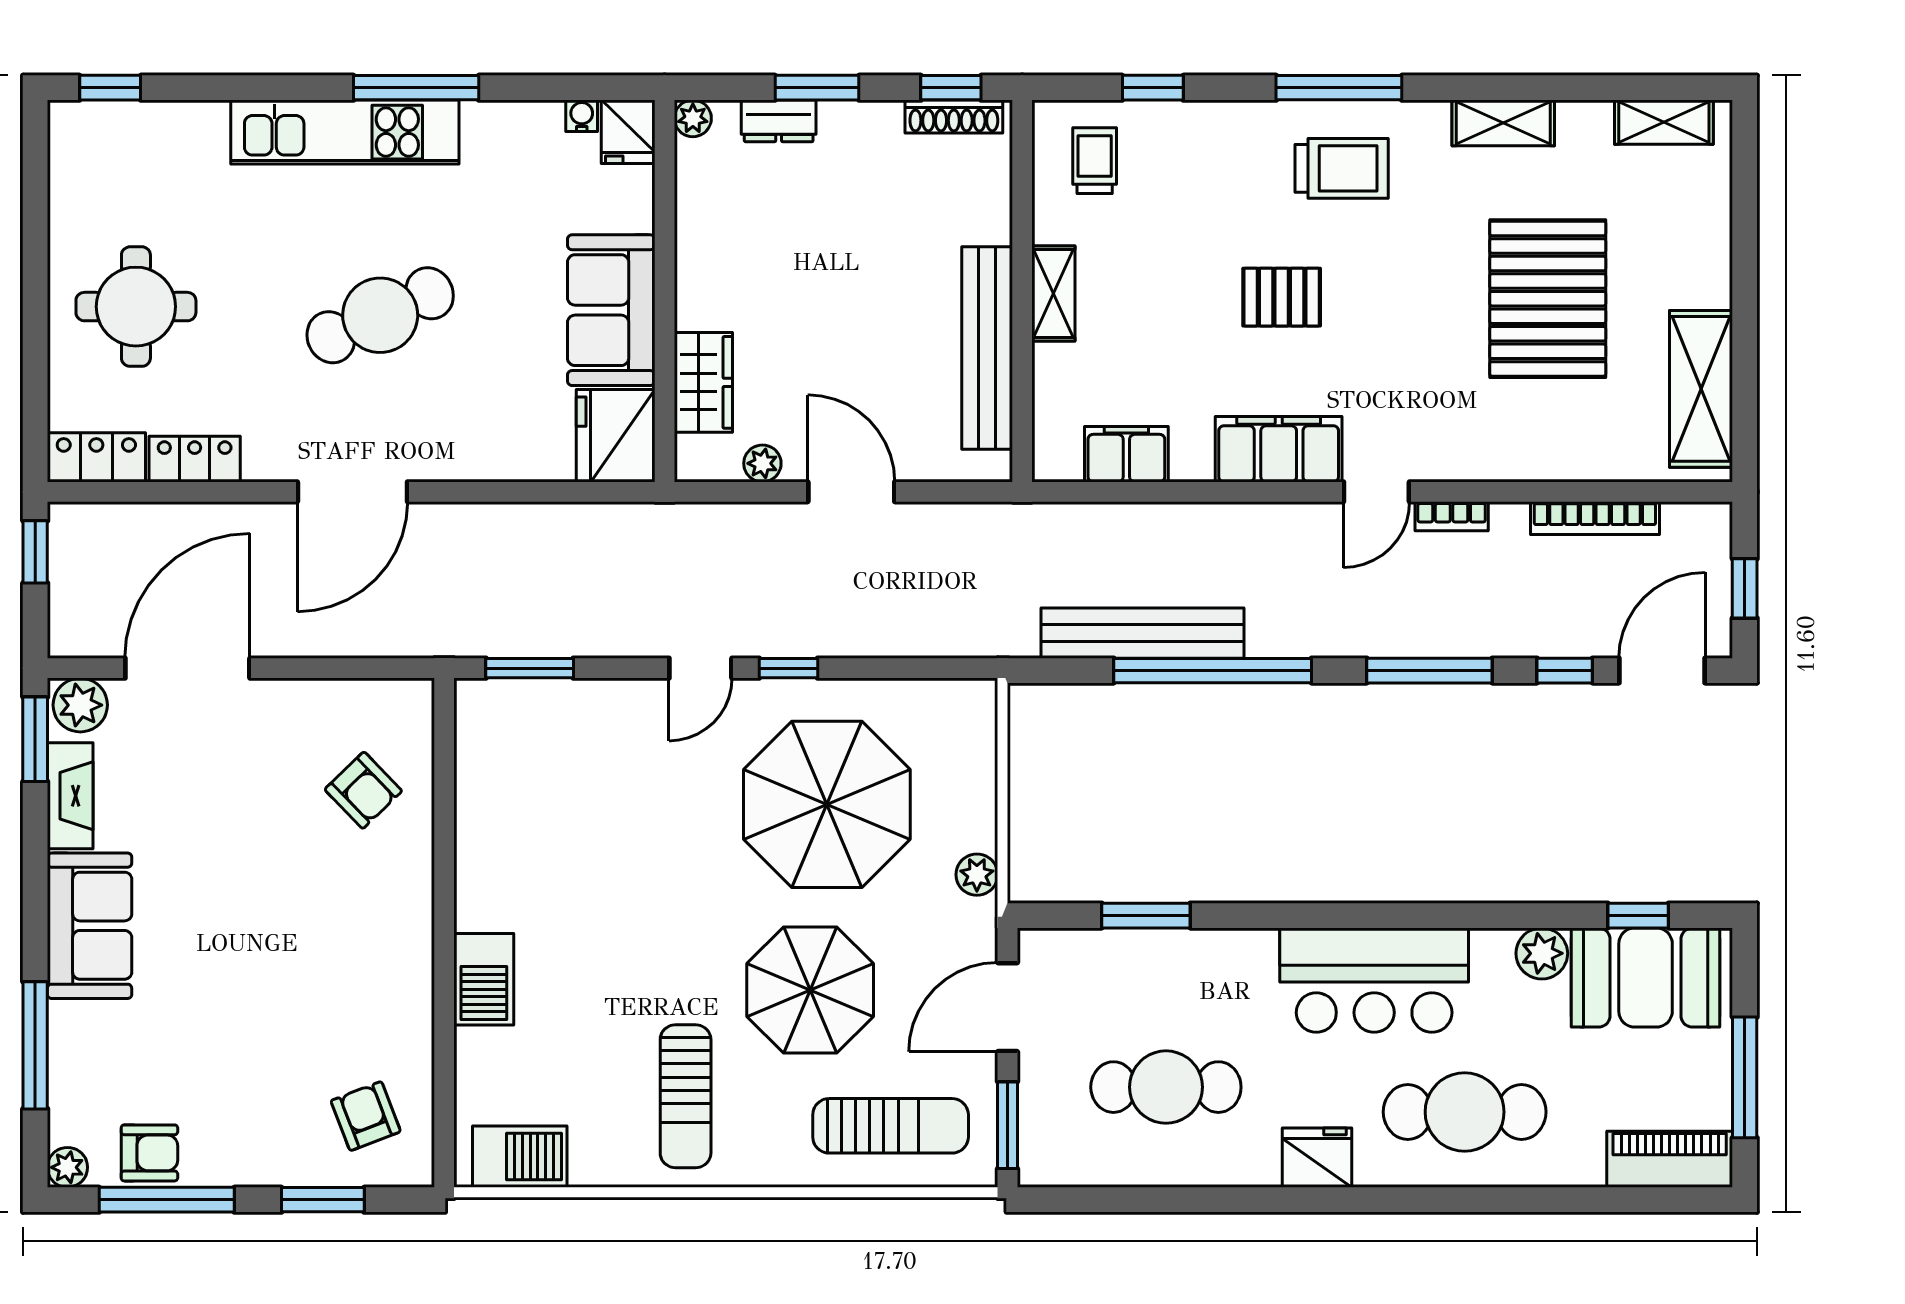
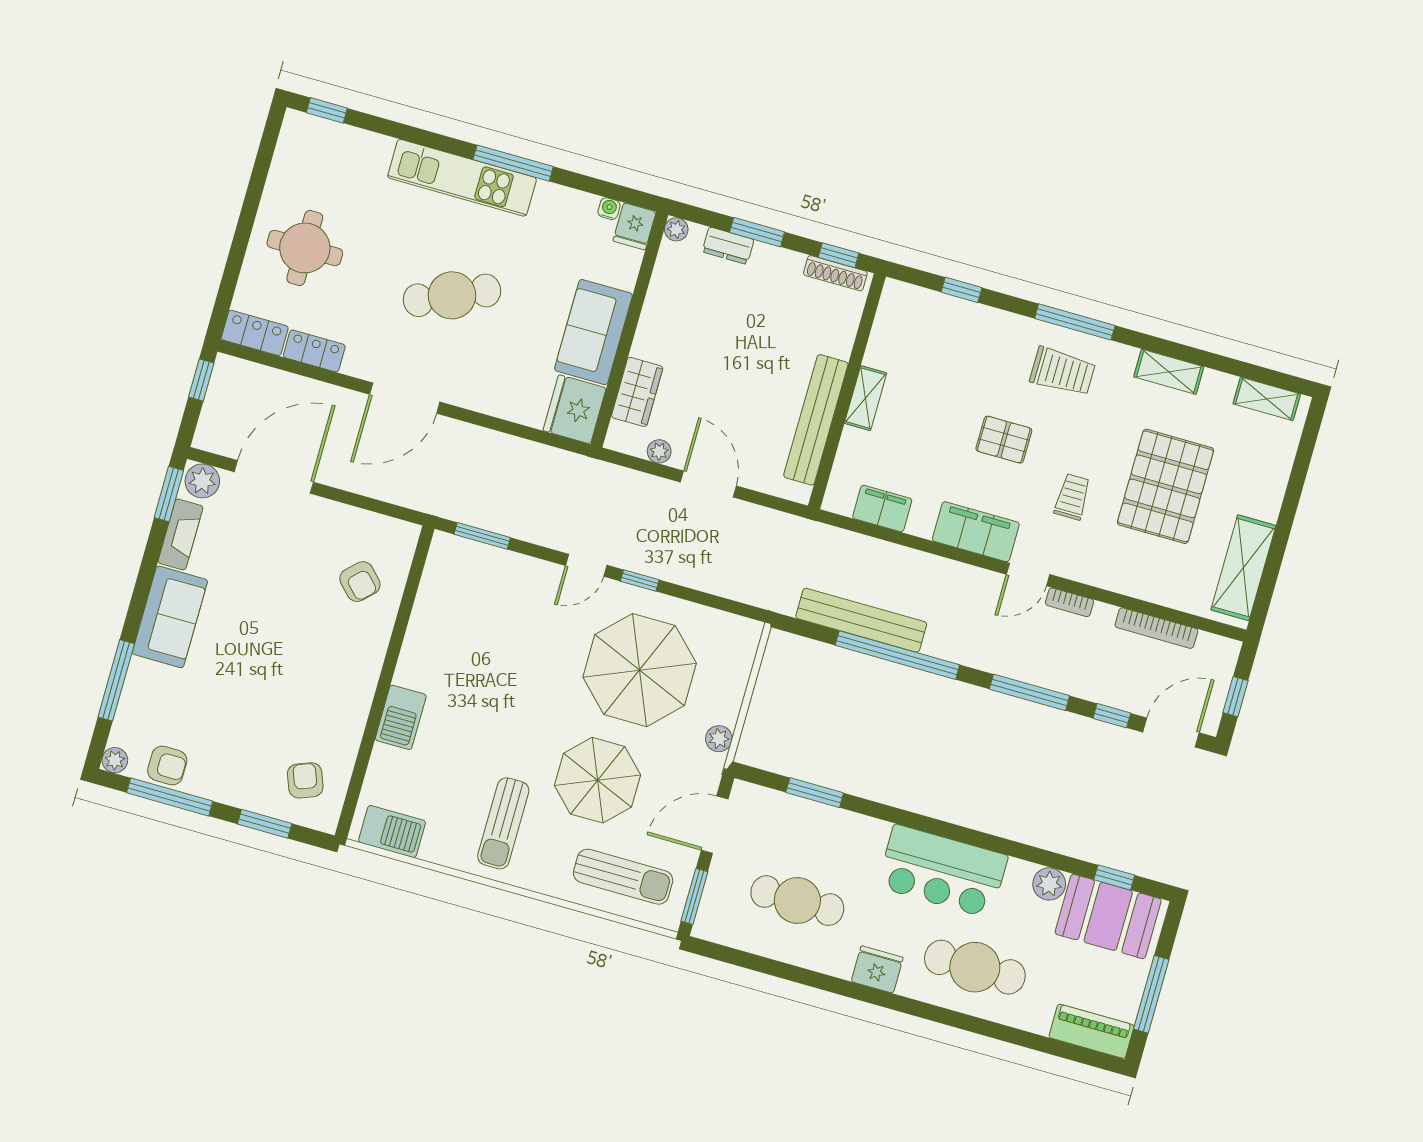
trolley: (1095, 161) -> (1072, 497), moved

